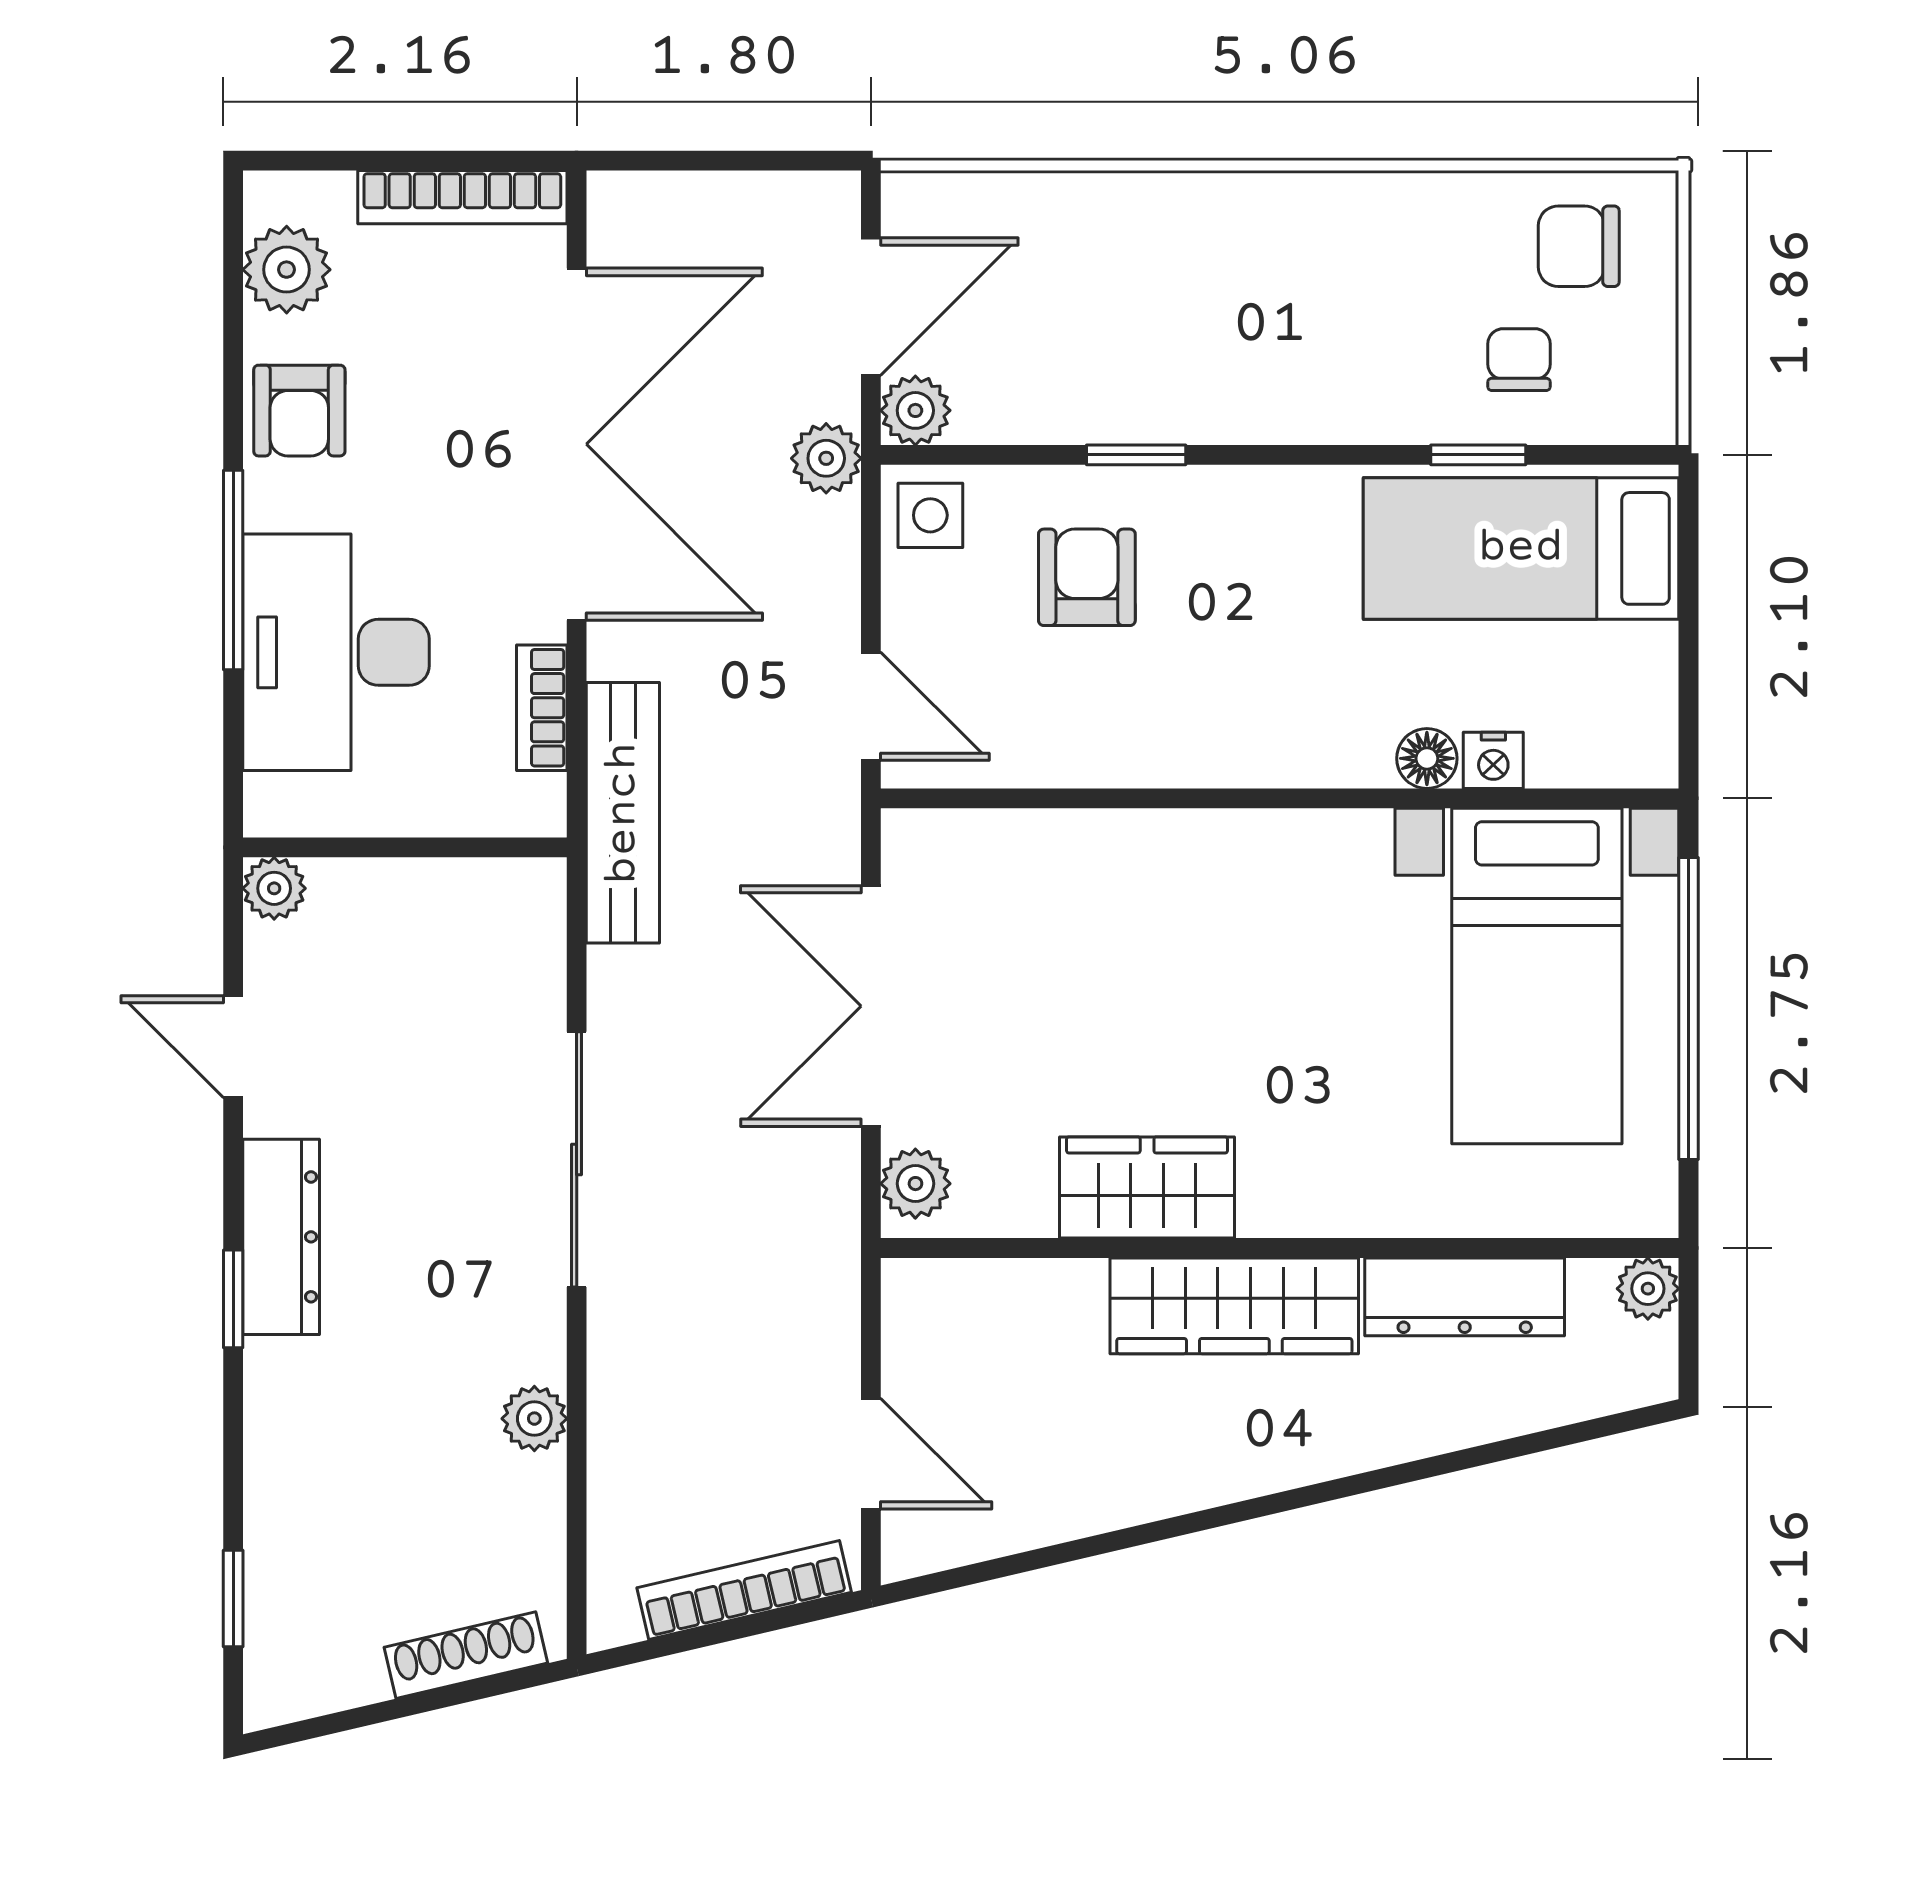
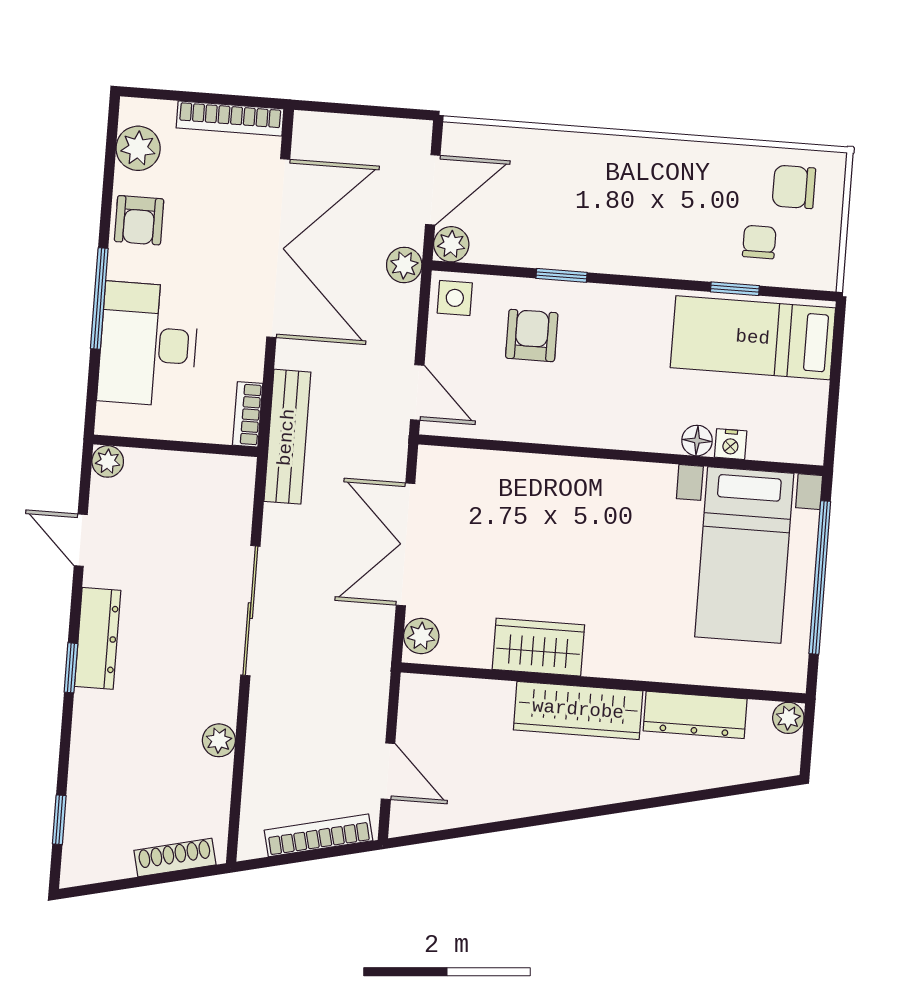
bookcase: (542, 708) -> (248, 414), moved

